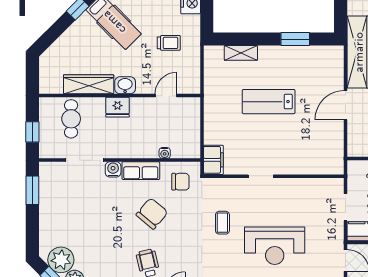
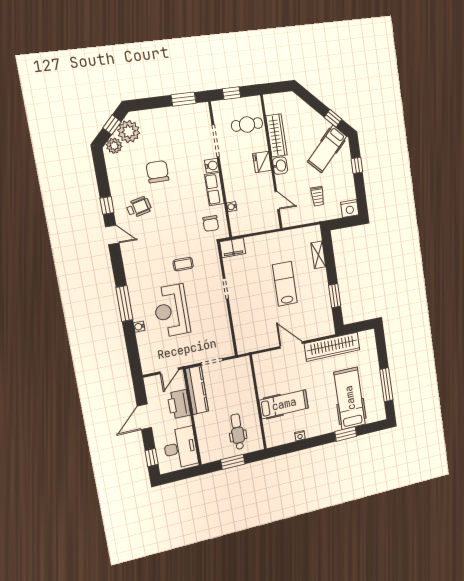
chair: (152, 214) -> (157, 172), moved, turned -130

